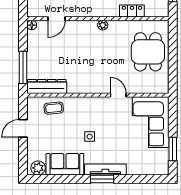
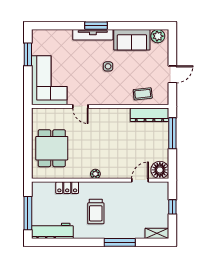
floor lamp: (32, 25) -> (160, 170), width x1.89, depth x1.89

